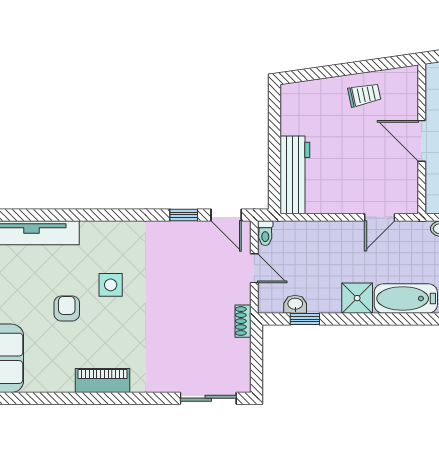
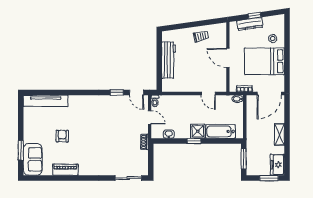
workbench: (295, 175) -> (169, 60), moved
door: (380, 217) -> (208, 93), hinge flipped
side table: (111, 285) -> (83, 125), removed
window: (305, 319) -> (194, 141), moved
piano: (103, 380) -> (65, 170), moved

